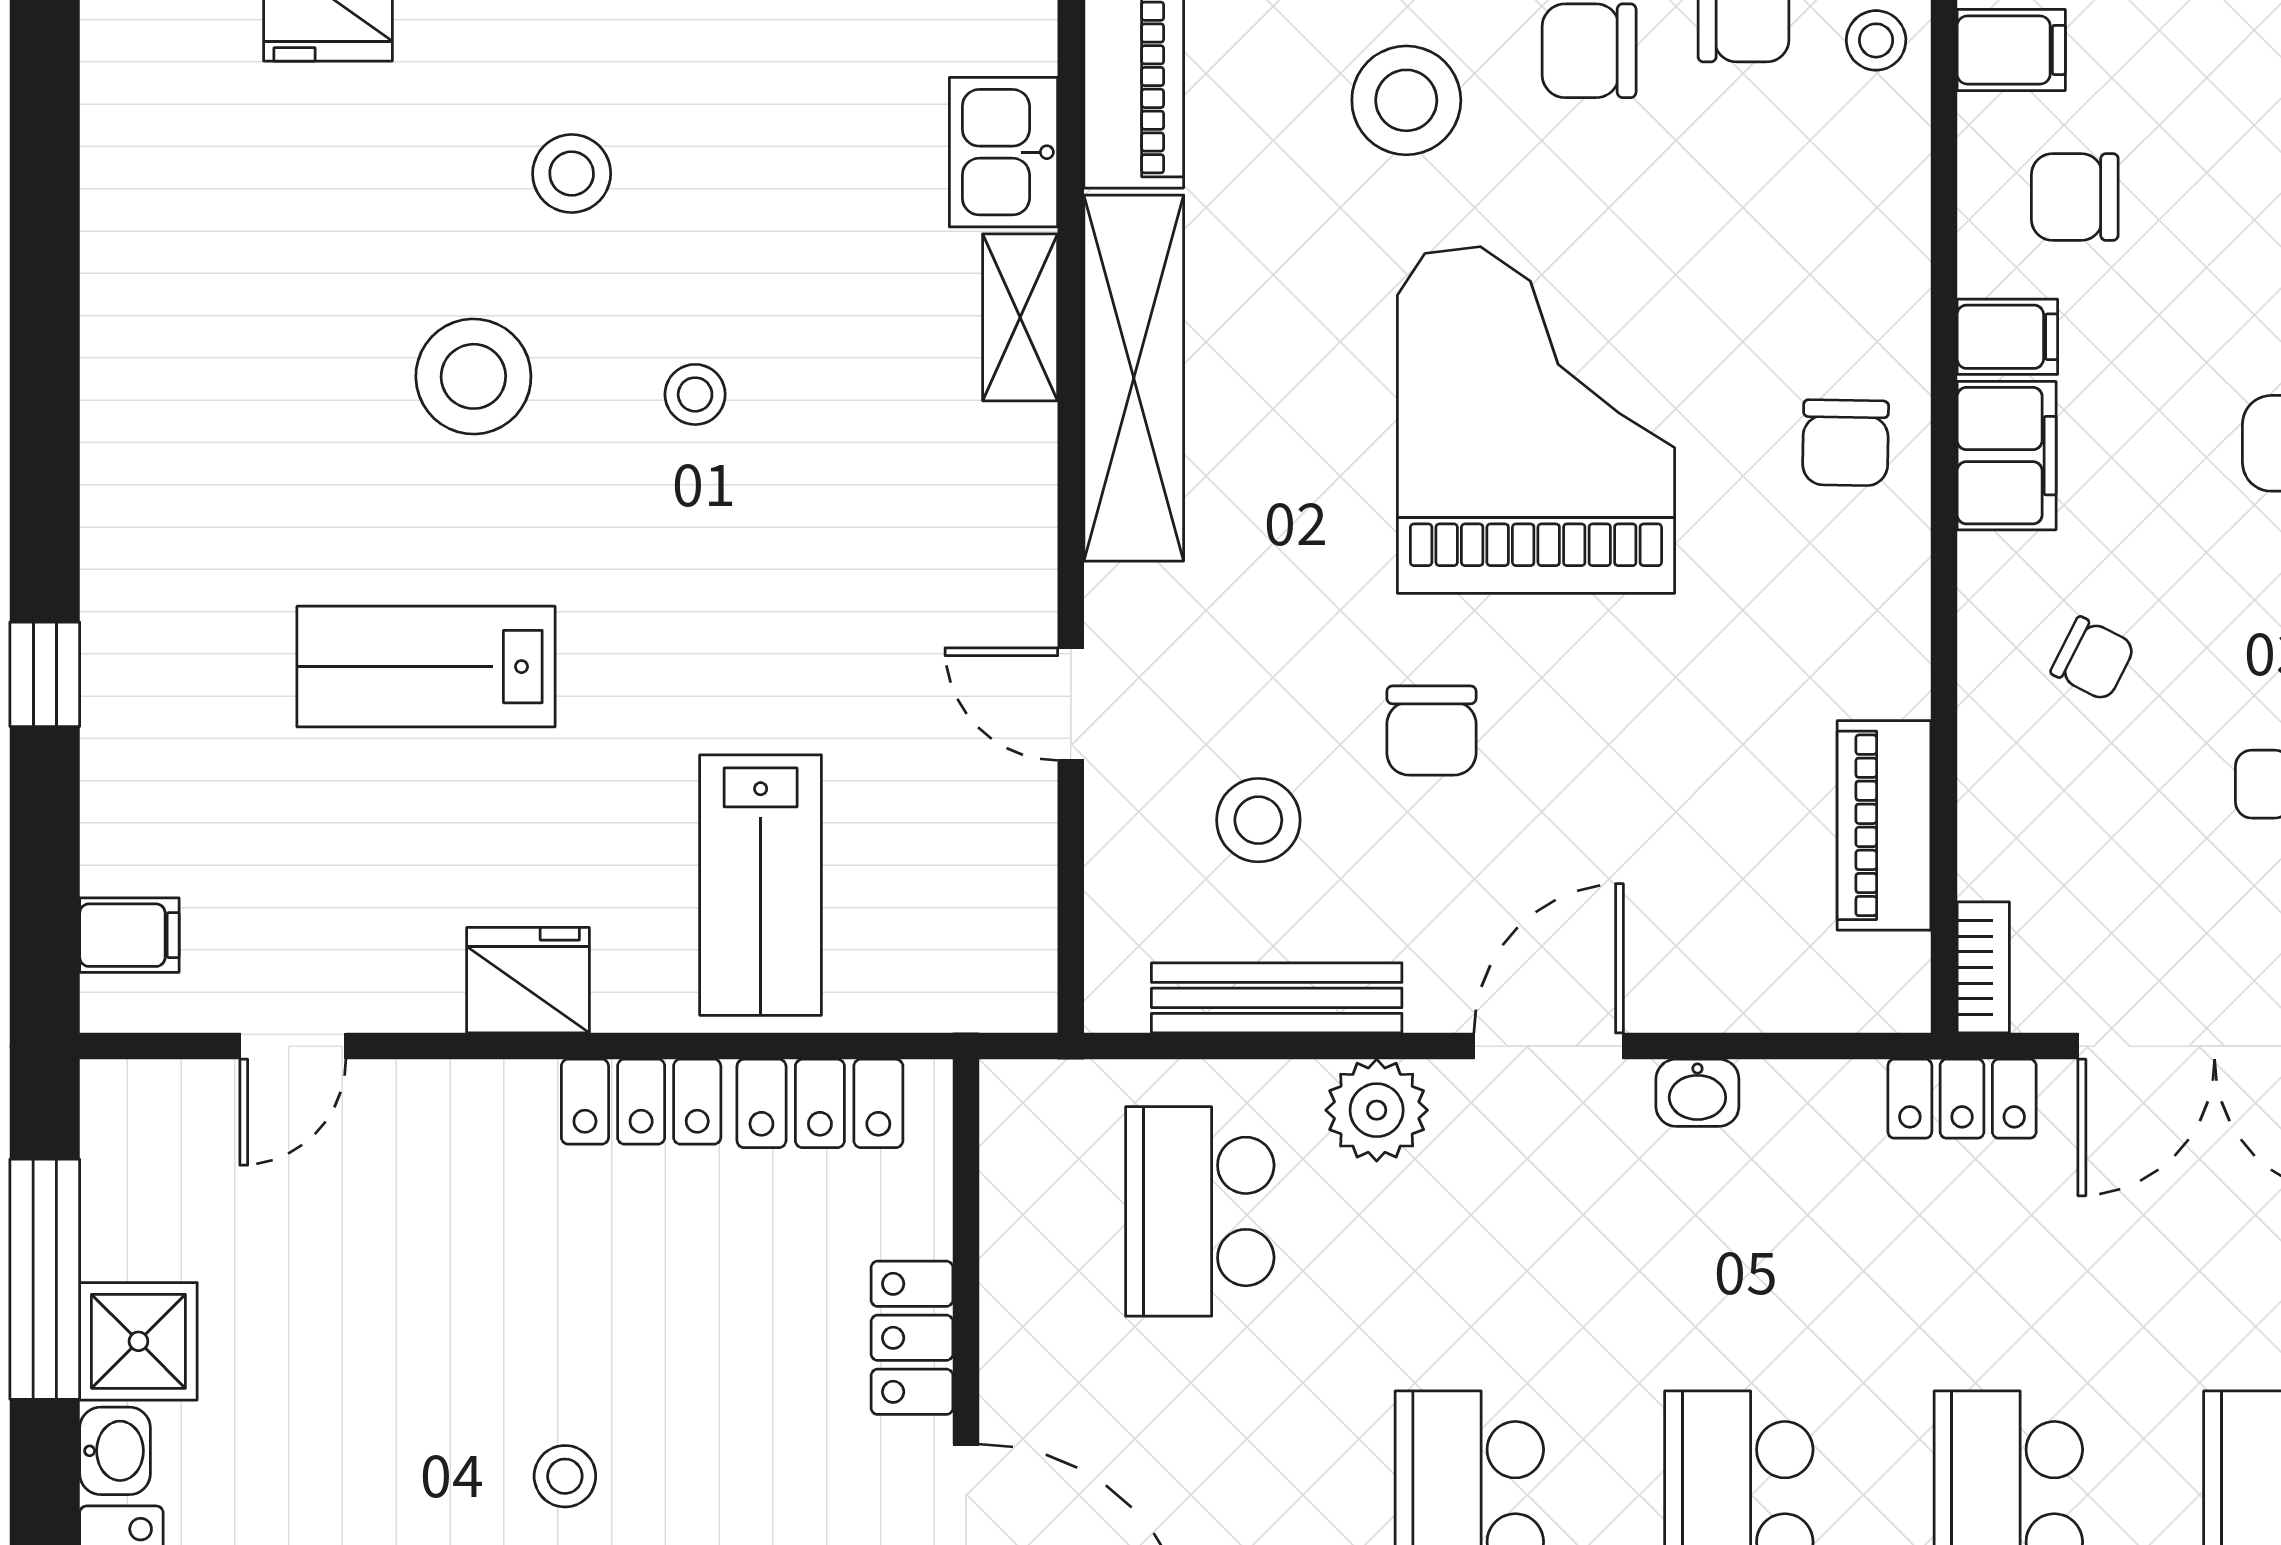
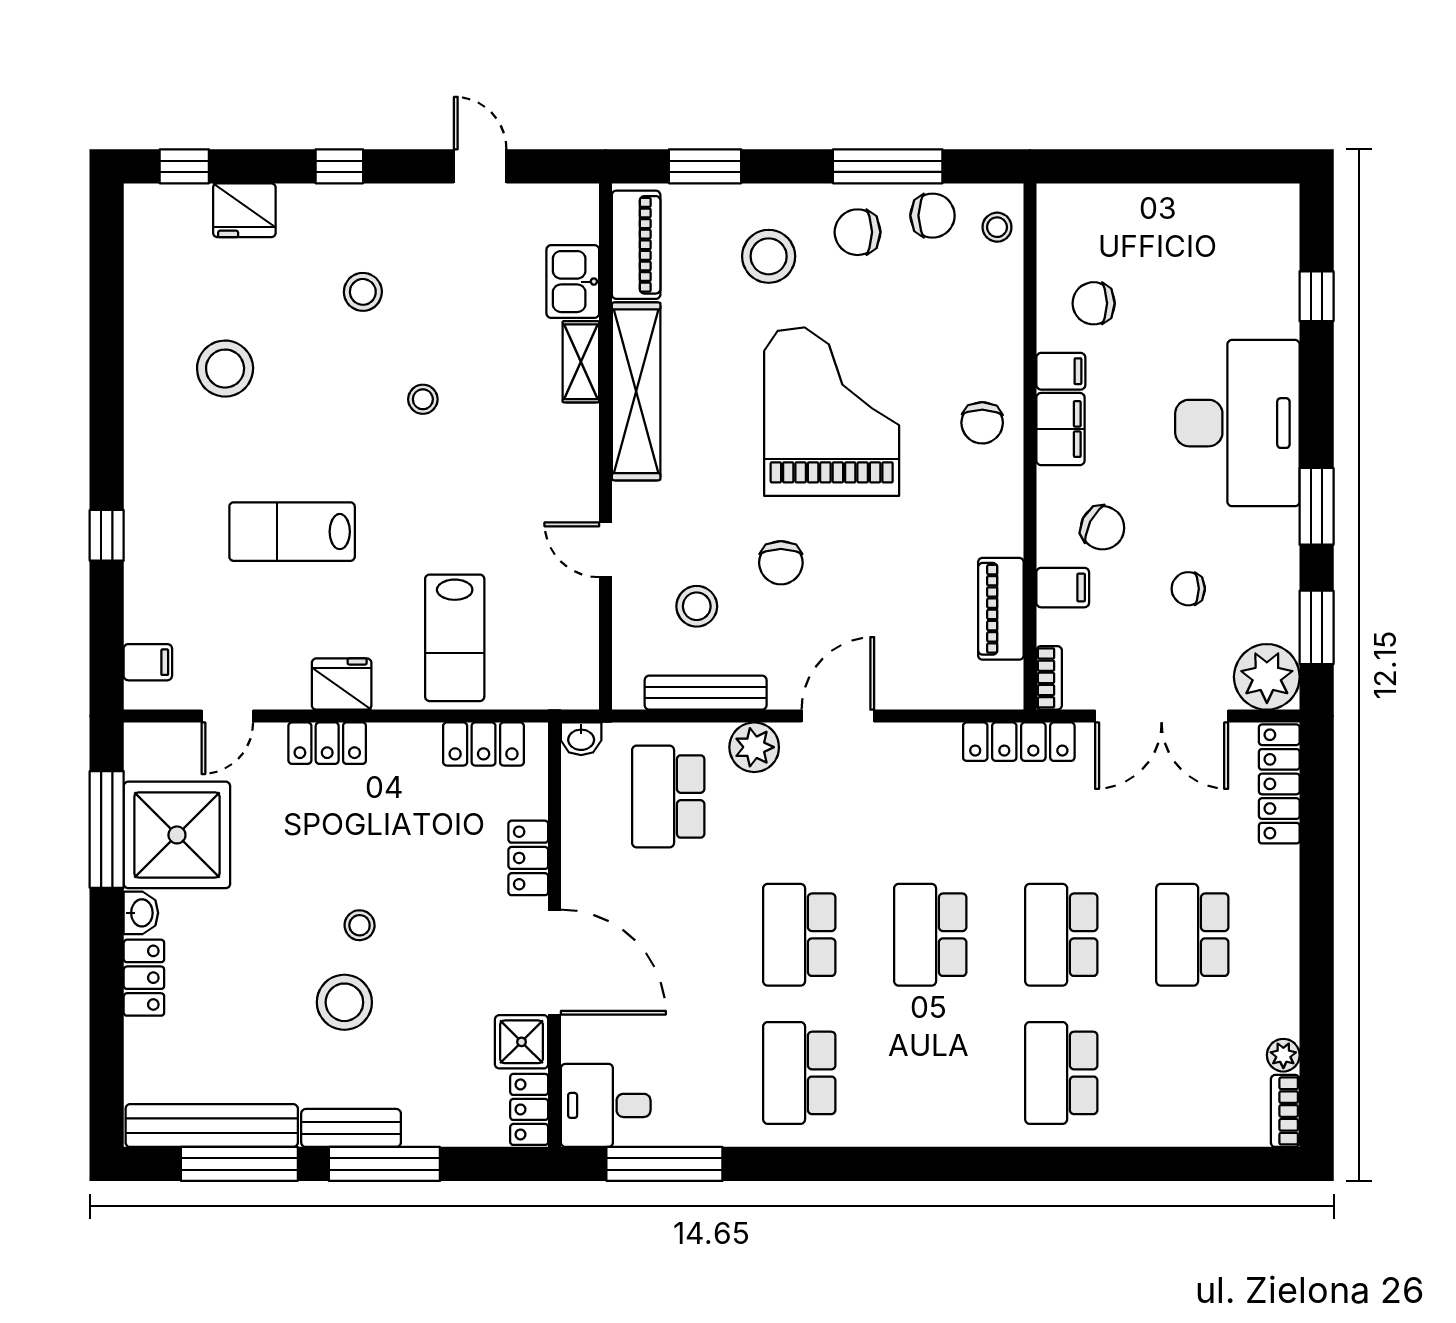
filing cabinet: (2011, 50) -> (1063, 588), moved
stool: (473, 376) -> (225, 369), moved
chair: (2093, 659) -> (1102, 528), width x1.37, depth x1.37
washbasin: (1697, 1093) -> (581, 739), moved
locker: (1962, 1099) -> (1019, 742), width x1.53
locker: (641, 1102) -> (327, 743), moved
shower: (138, 1341) -> (177, 835), width x1.86, depth x1.86

